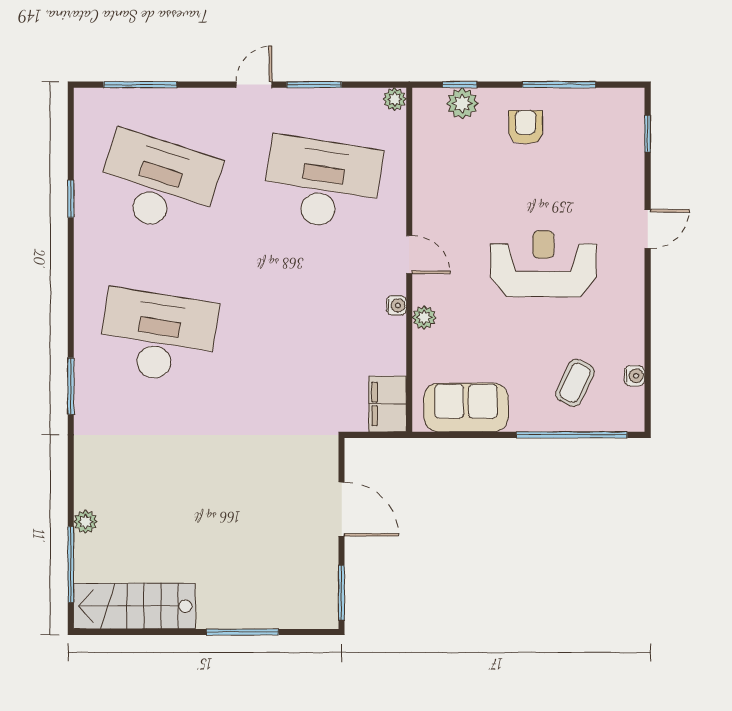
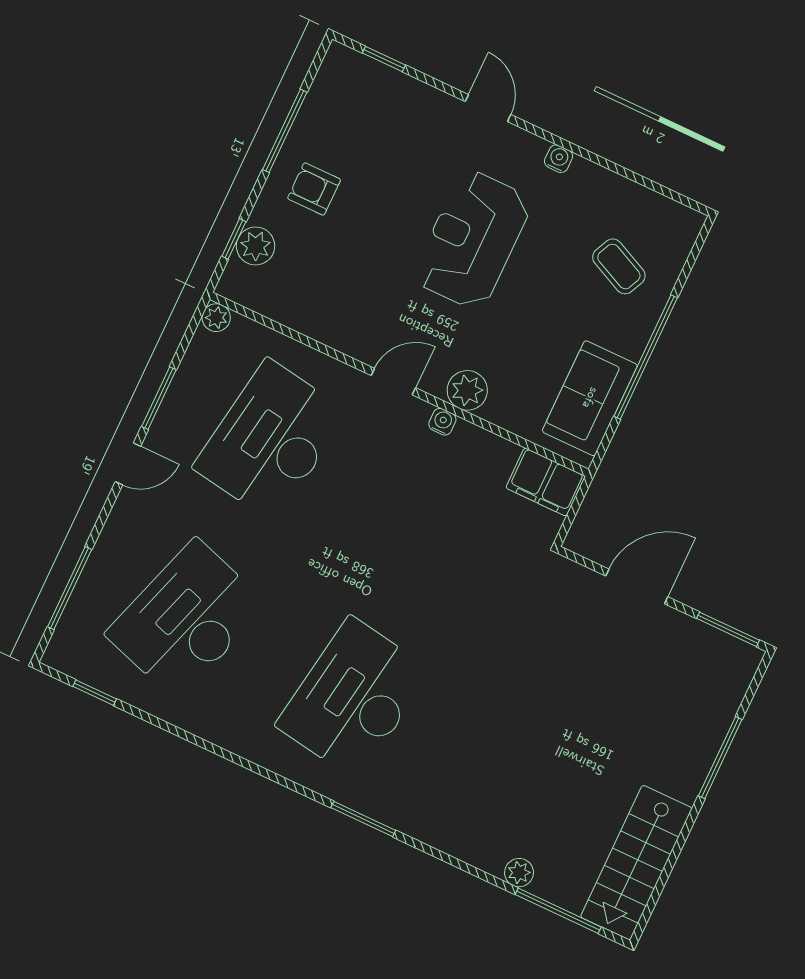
door: (254, 85) -> (128, 464), swing flipped
window: (71, 199) -> (95, 693), moved
plant: (424, 317) -> (467, 390), width x1.38, depth x1.38
water cooler: (634, 376) -> (559, 159), moved
window: (572, 435) -> (646, 357), moved

